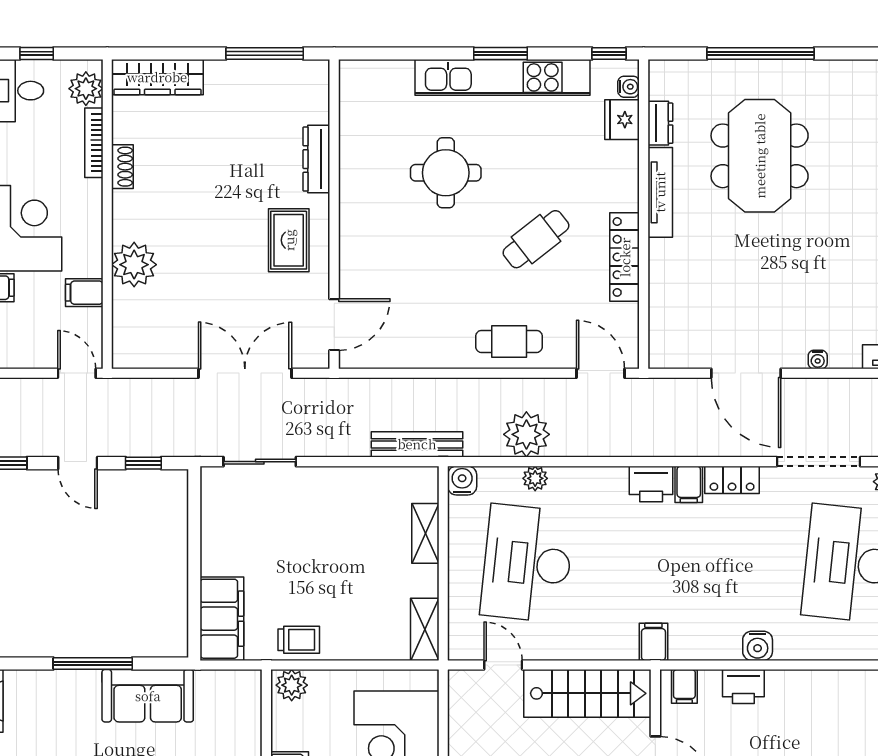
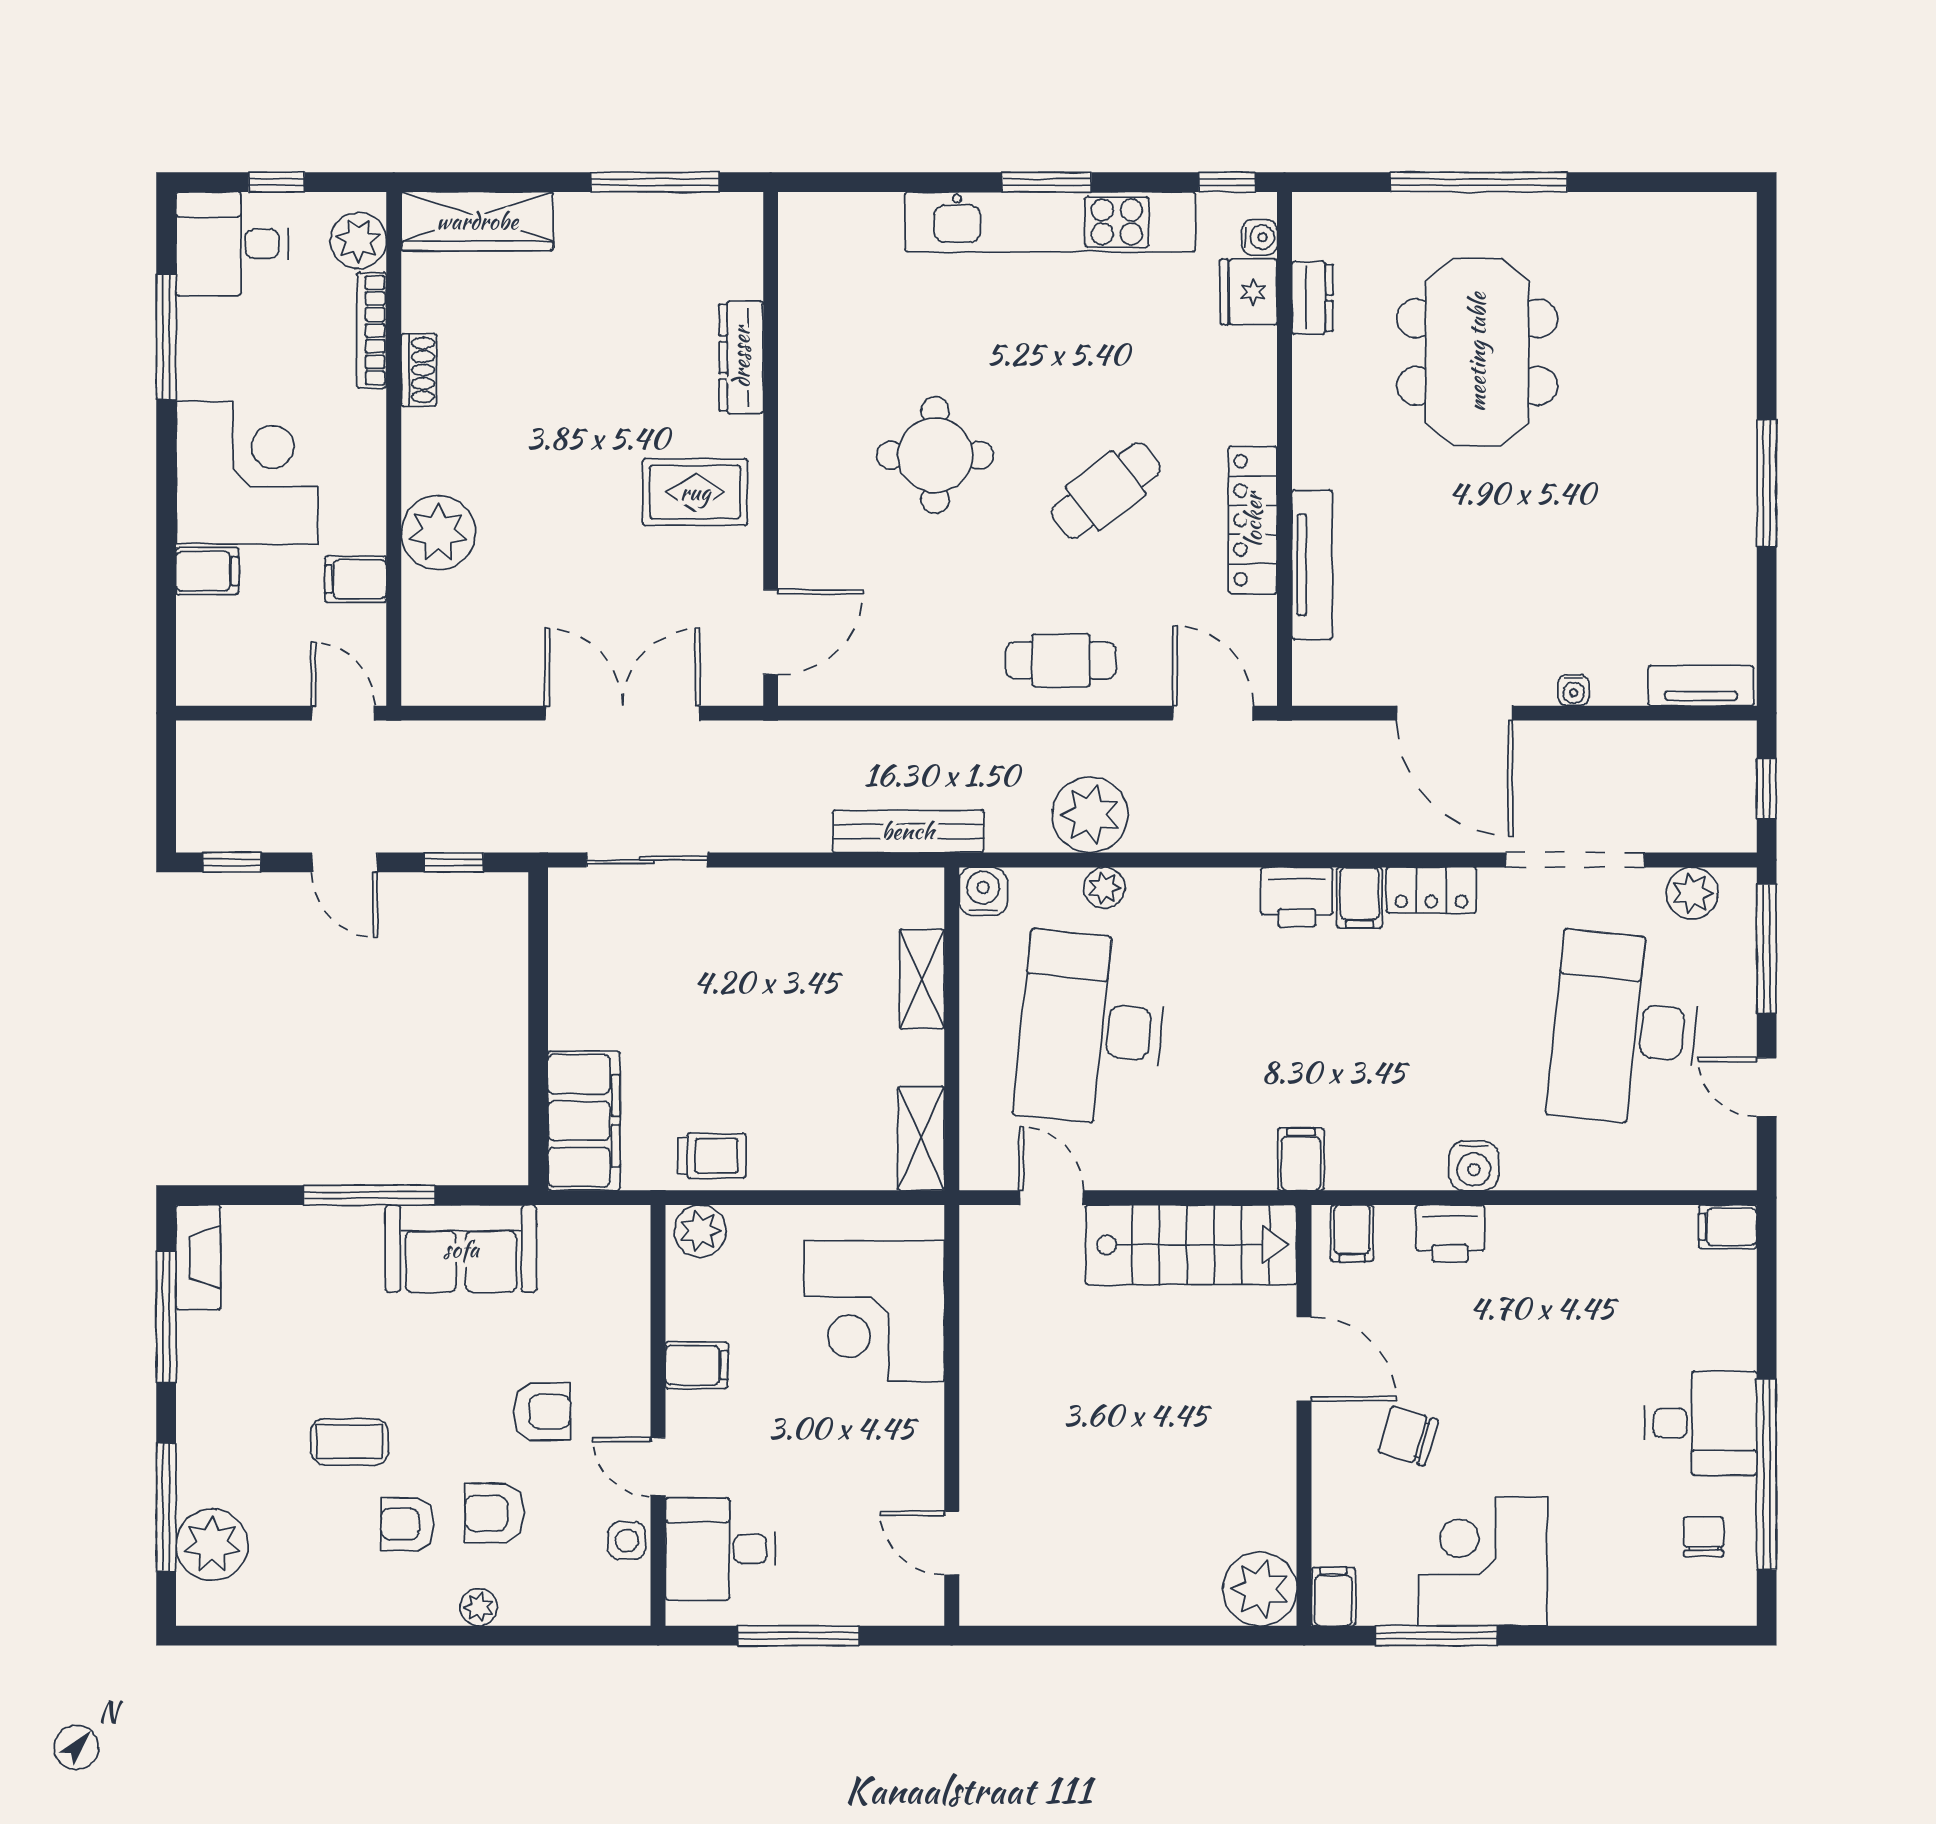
round table: (446, 173) -> (935, 455), moved
tv unit: (660, 192) -> (1312, 565), moved
rug: (289, 240) -> (695, 492), turned 90

